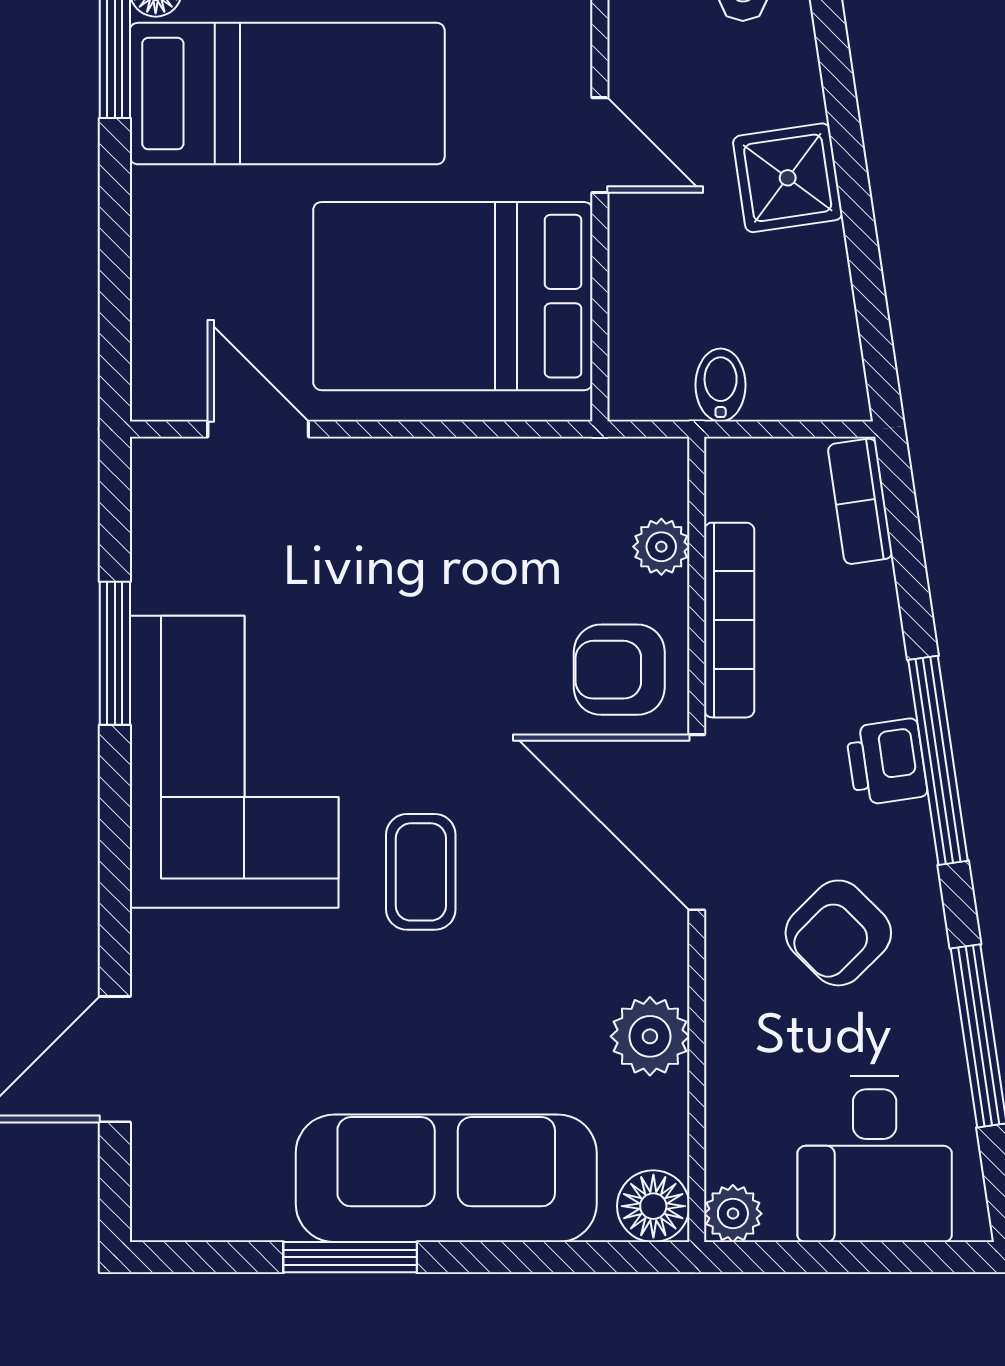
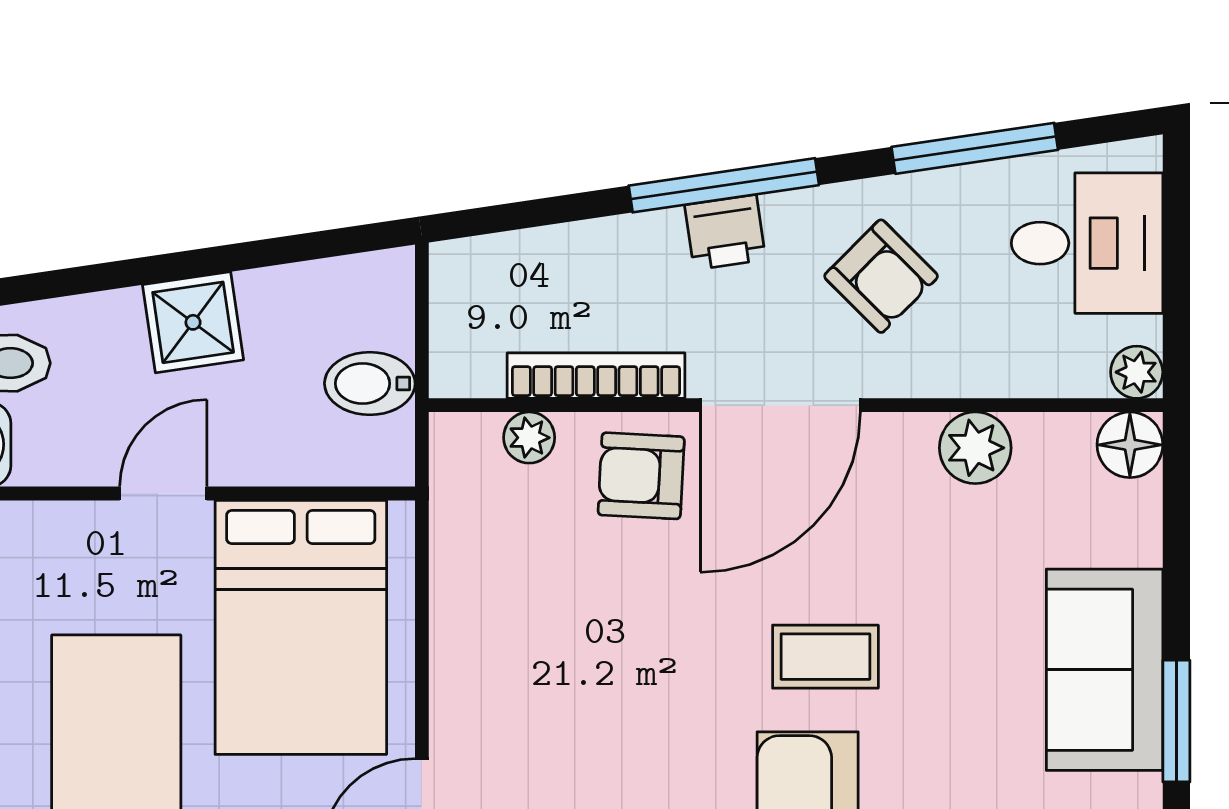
bidet: (721, 385) -> (370, 383), width x1.38, depth x1.36
bookcase: (860, 501) -> (488, 256), removed
armchair: (619, 670) -> (641, 476), turned 93
sofa: (446, 1178) -> (1105, 670), width x0.73

